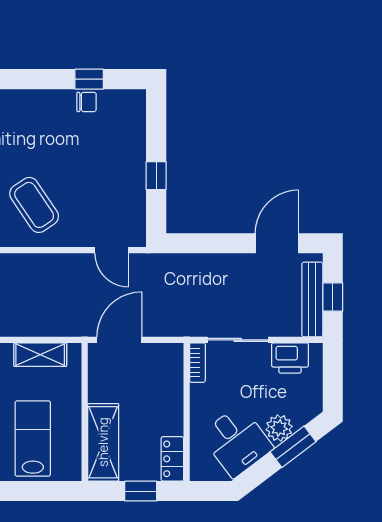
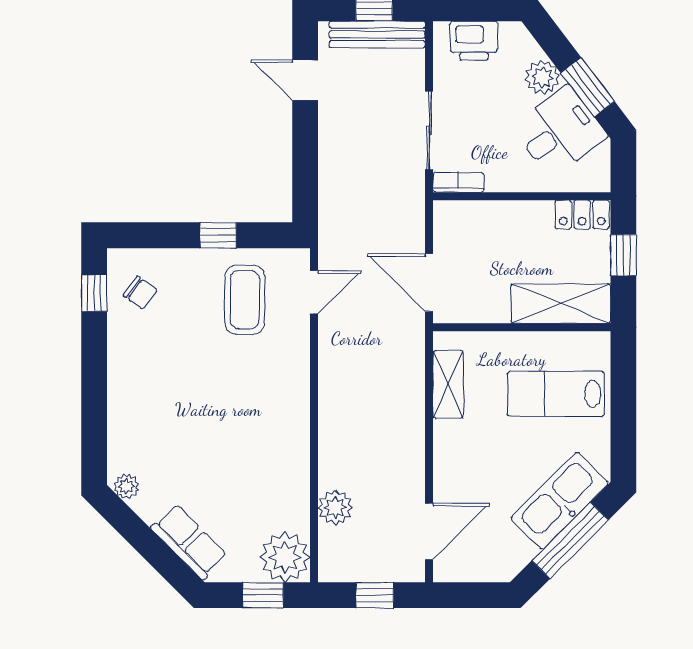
window: (89, 79) -> (94, 293), moved
chair: (86, 102) -> (140, 293), moved, turned 126
coffee table: (34, 205) -> (245, 300), moved, turned -56
door: (277, 243) -> (305, 80), width x0.73
printer: (290, 358) -> (474, 41), moved, turned 90
window: (293, 447) -> (588, 87), moved

